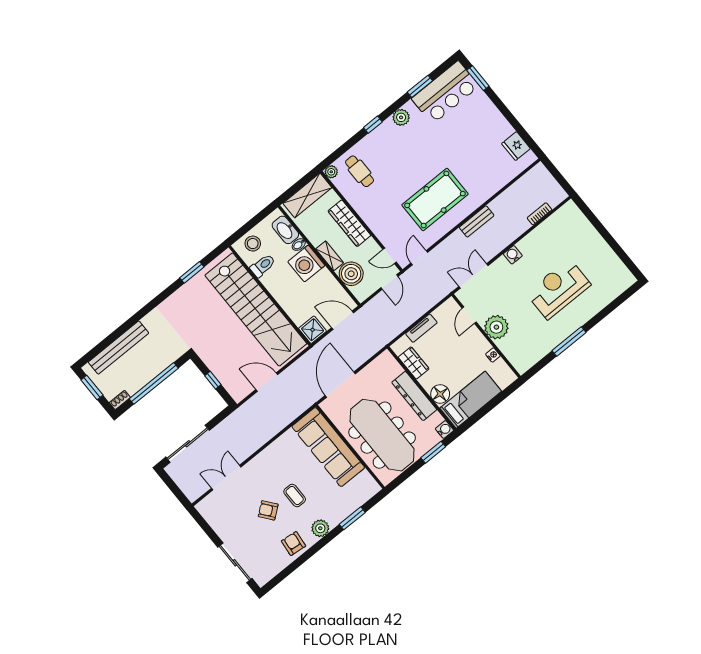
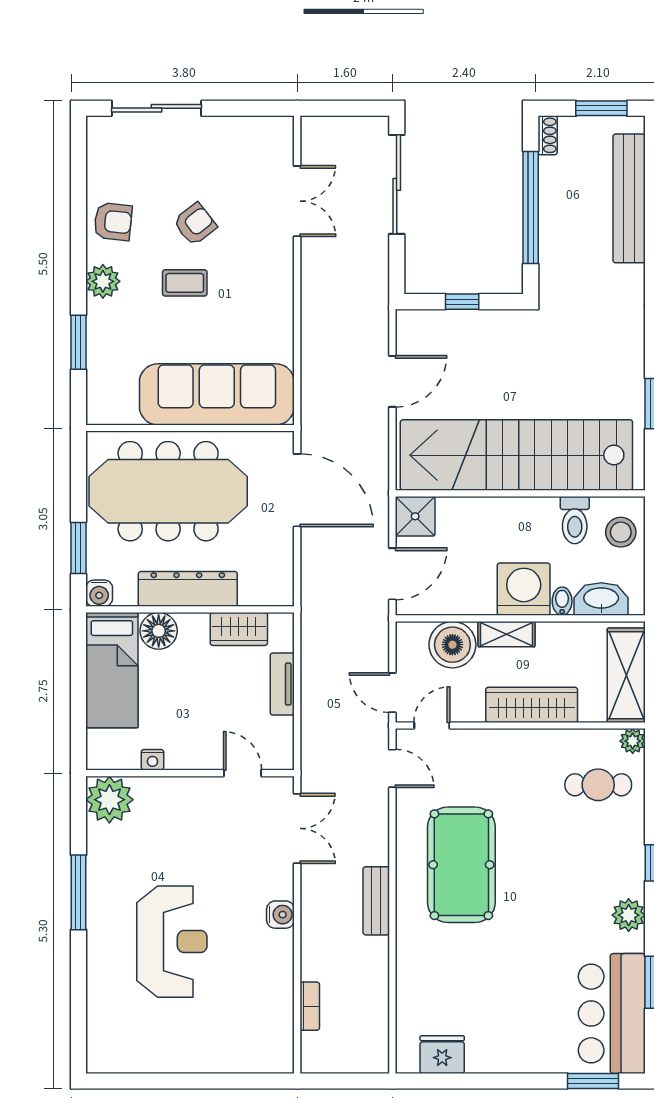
plant: (496, 327) -> (109, 800), moved

